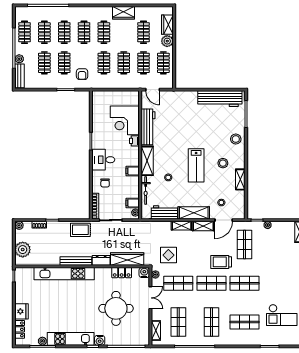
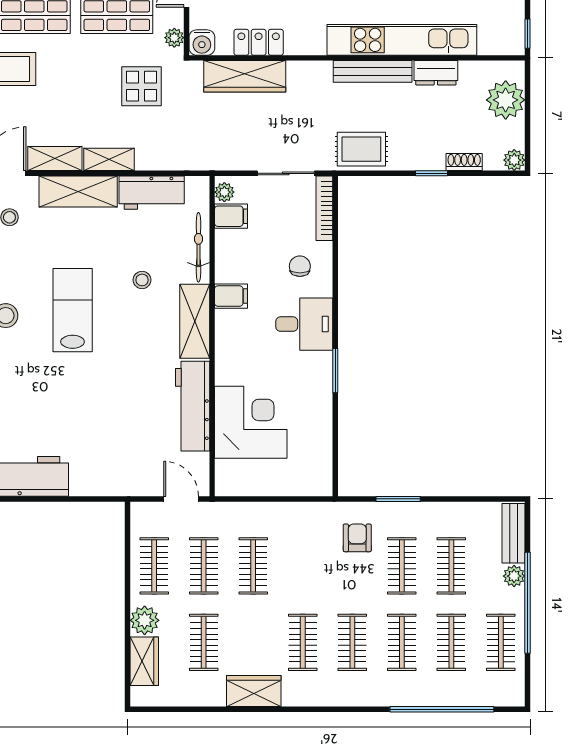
clothes rail: (104, 63) -> (303, 566), removed
printer: (134, 141) -> (227, 371), removed
dresser: (101, 260) -> (436, 73), moved

